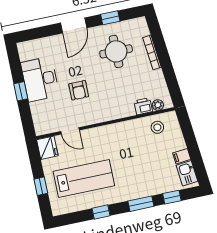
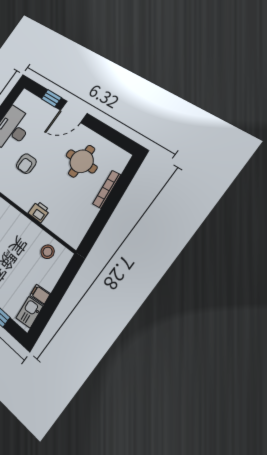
window: (110, 18) -> (51, 98), moved
plant: (158, 105) -> (66, 235), removed
printer: (143, 106) -> (39, 212), moved

